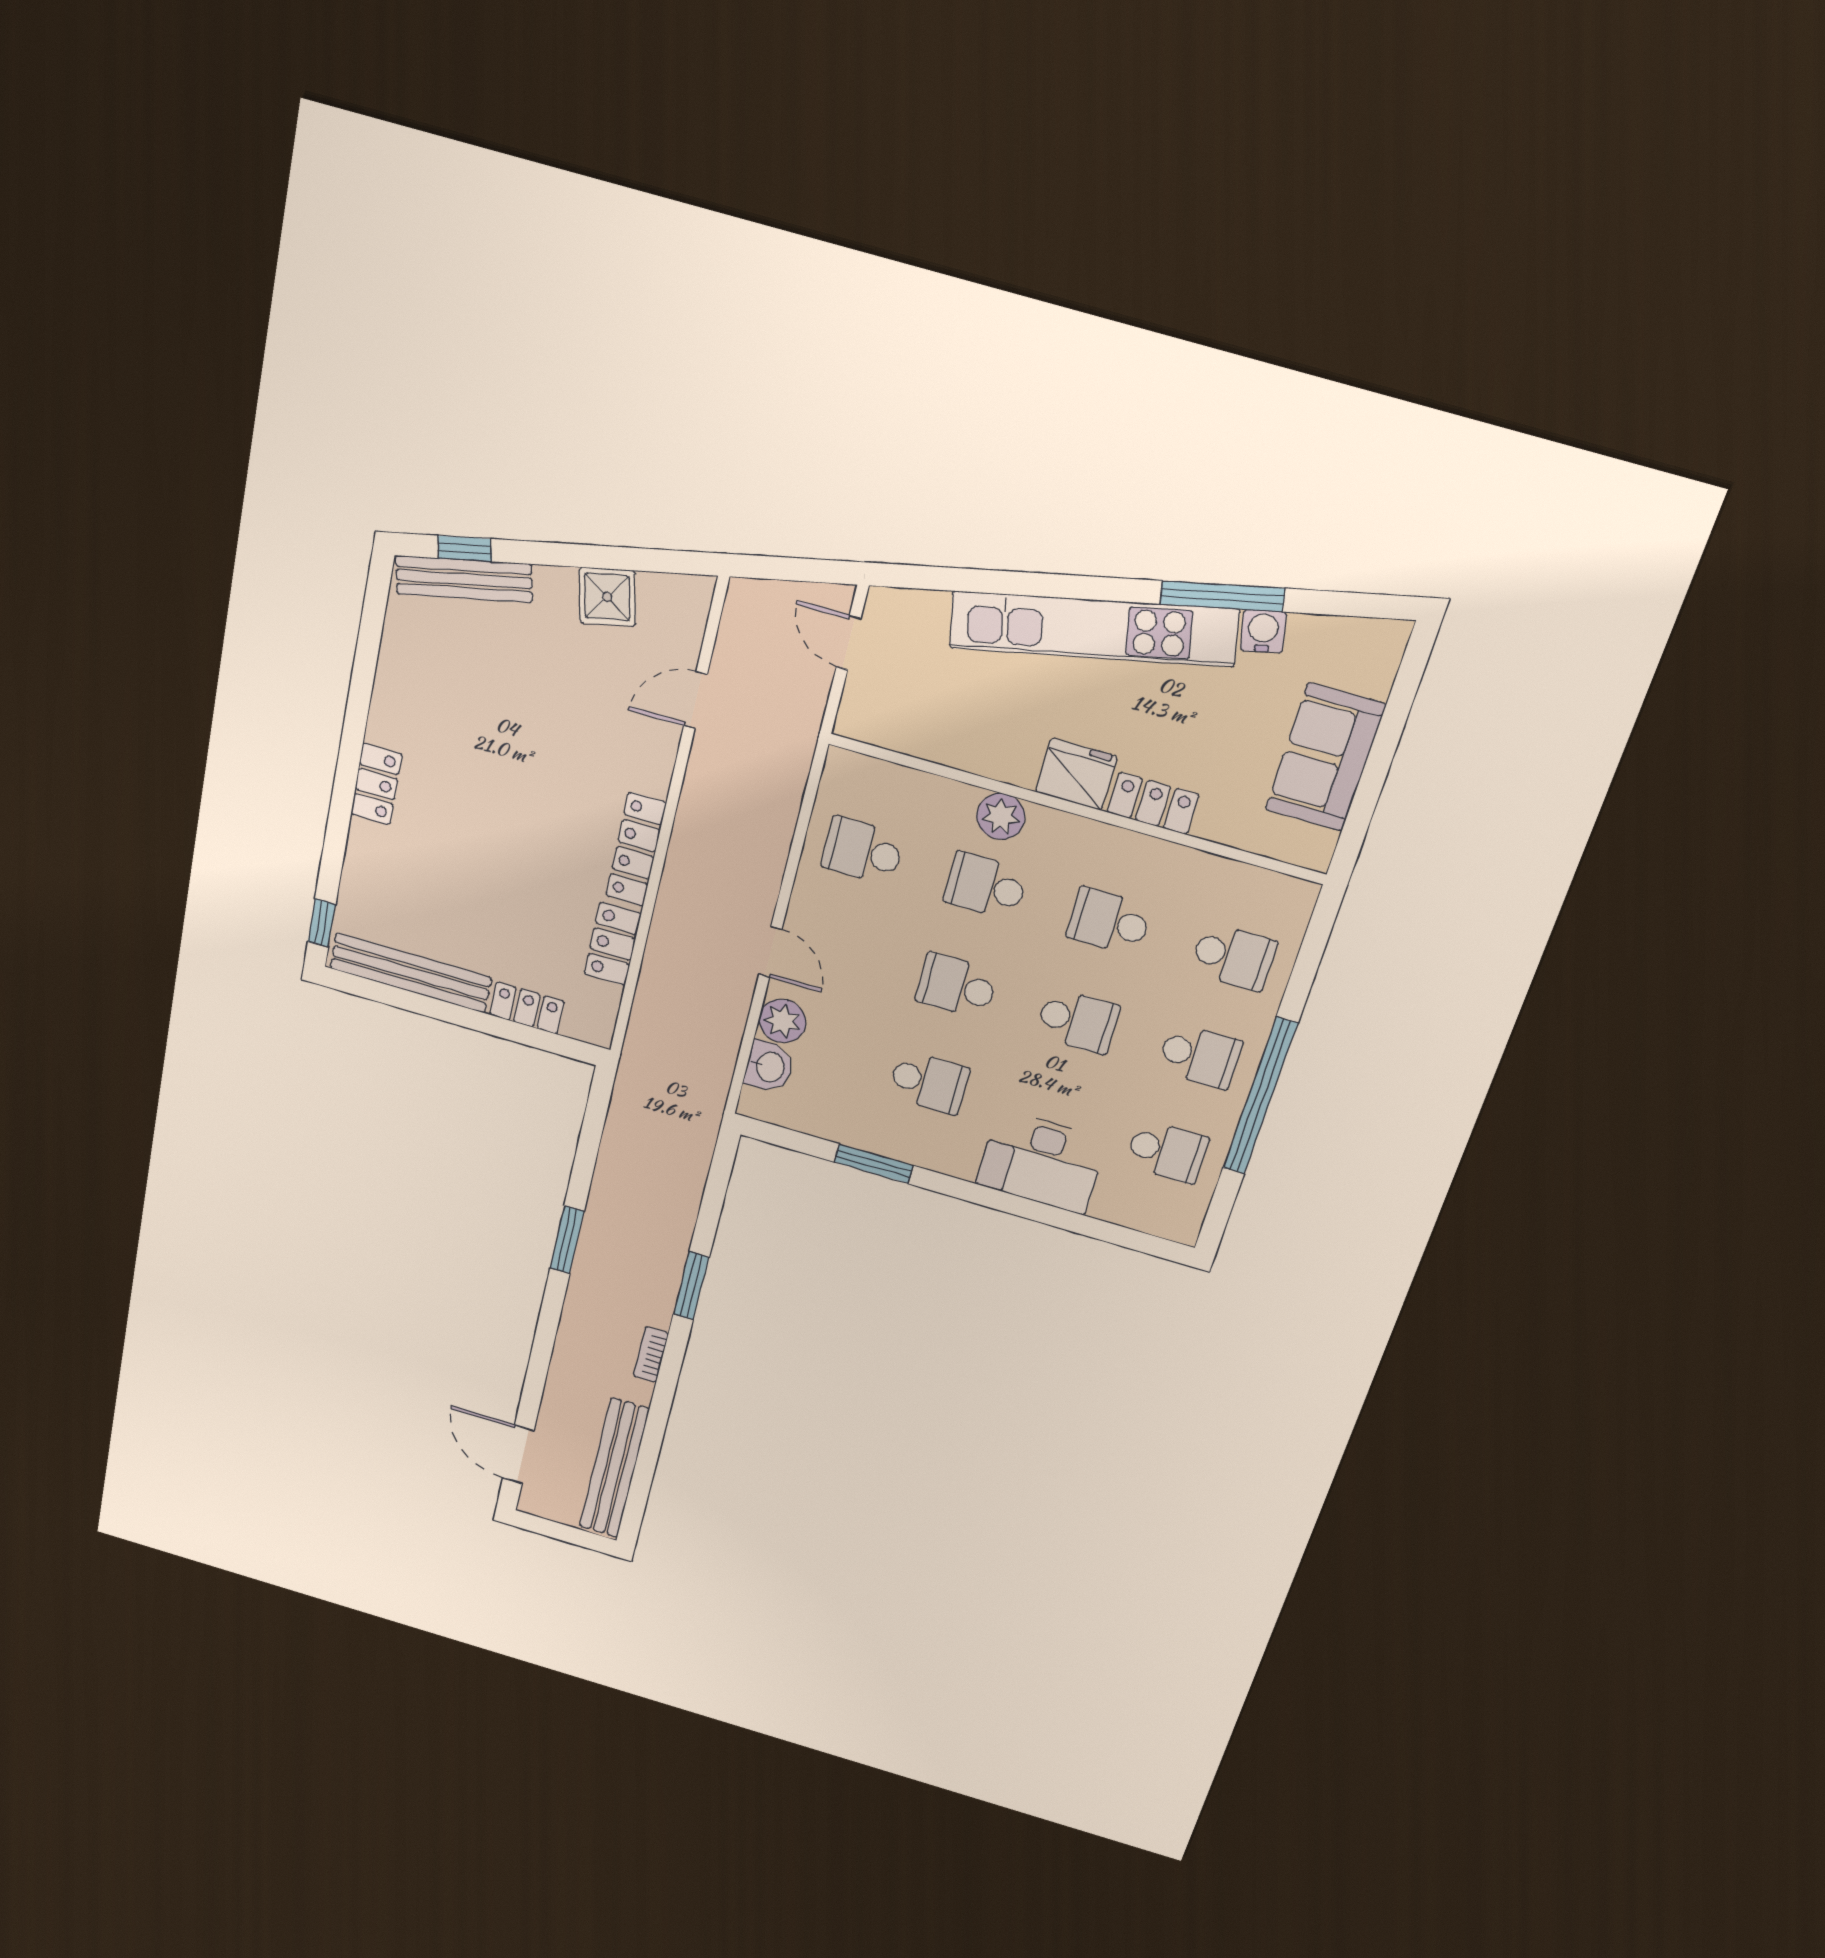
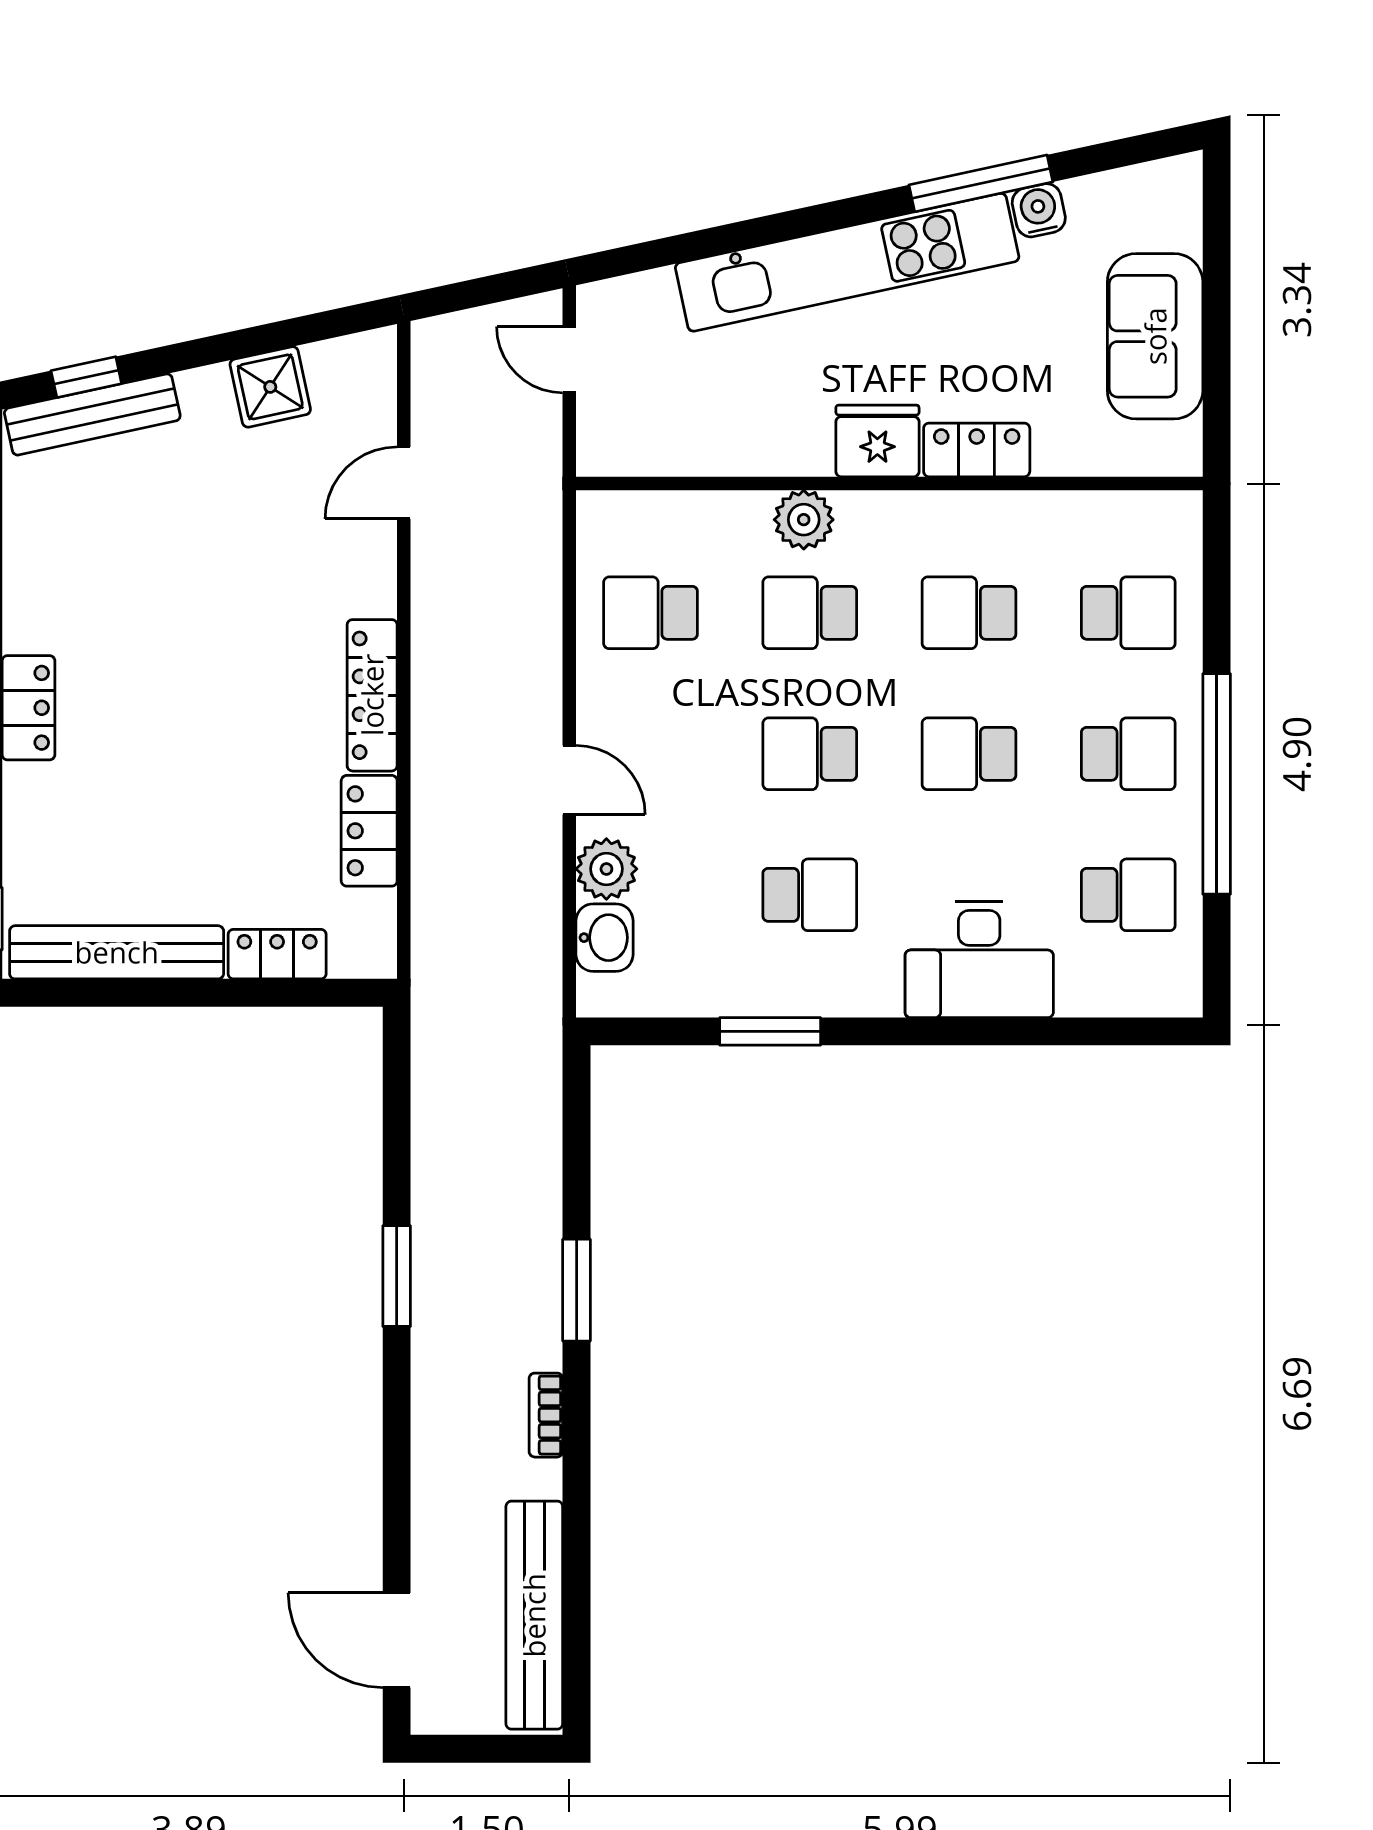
school desk: (1078, 1021) -> (969, 754), turned 180

